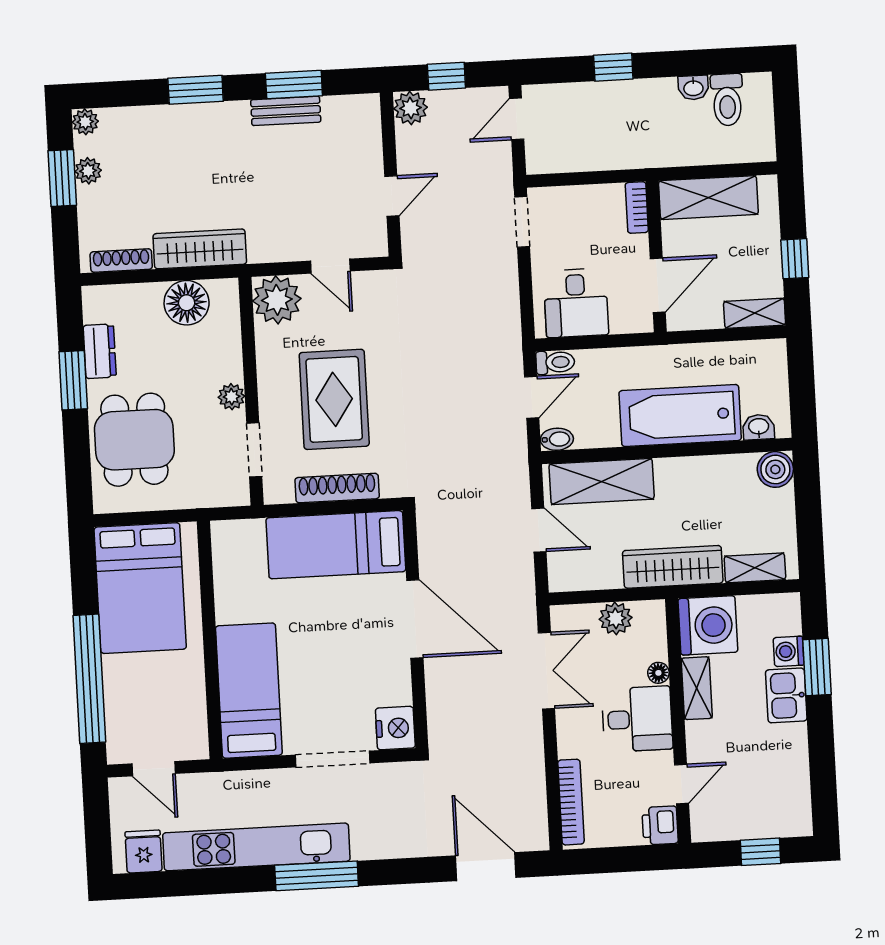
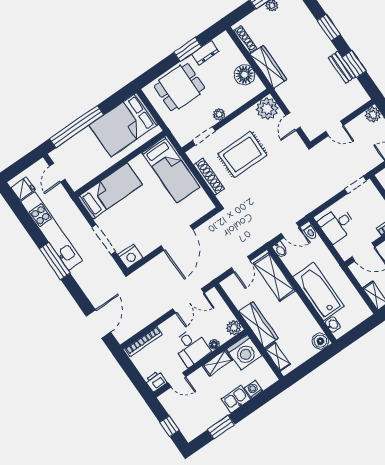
bed: (336, 545) -> (171, 170), moved, turned 180
plant: (616, 618) -> (234, 328), moved
window: (817, 667) -> (221, 427), moved

